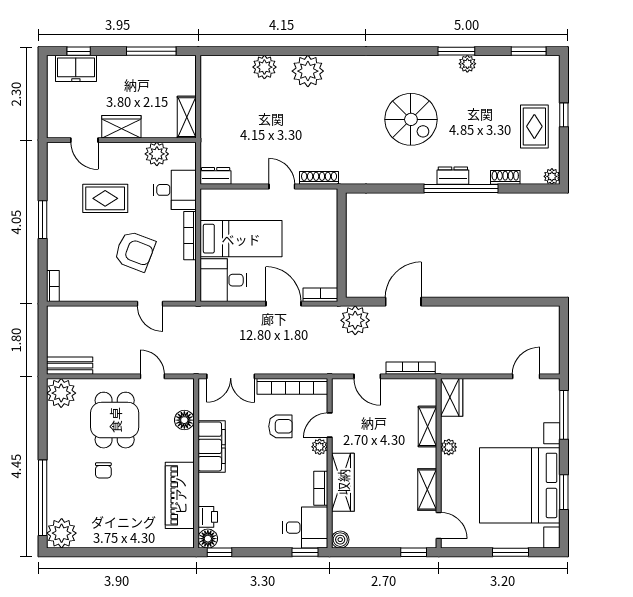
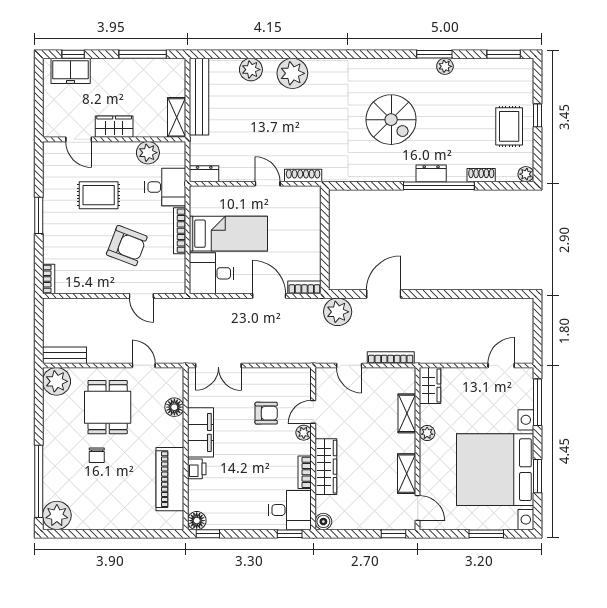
bench: (210, 95) -> (199, 97), added
bookcase: (292, 386) -> (278, 375), removed
printer: (208, 517) -> (197, 469), moved

